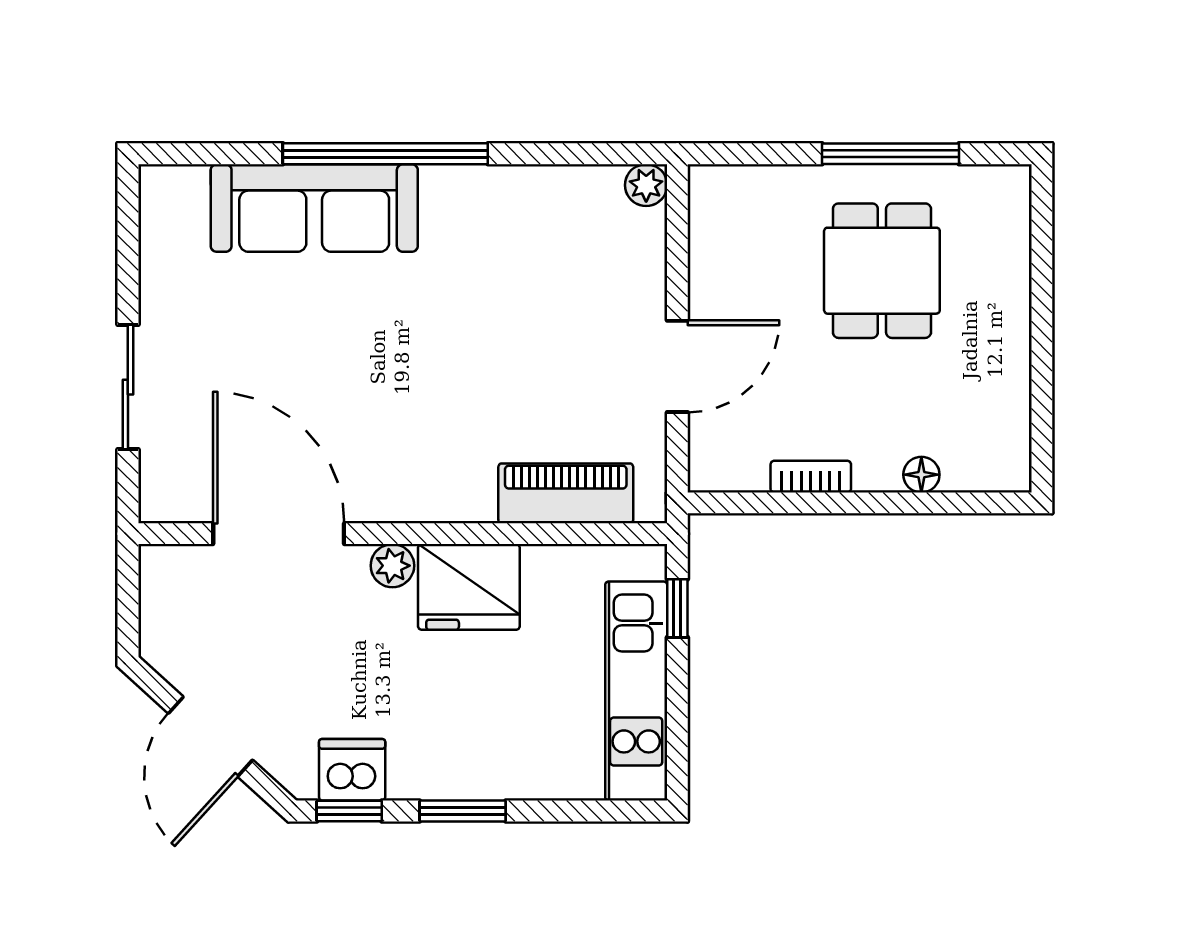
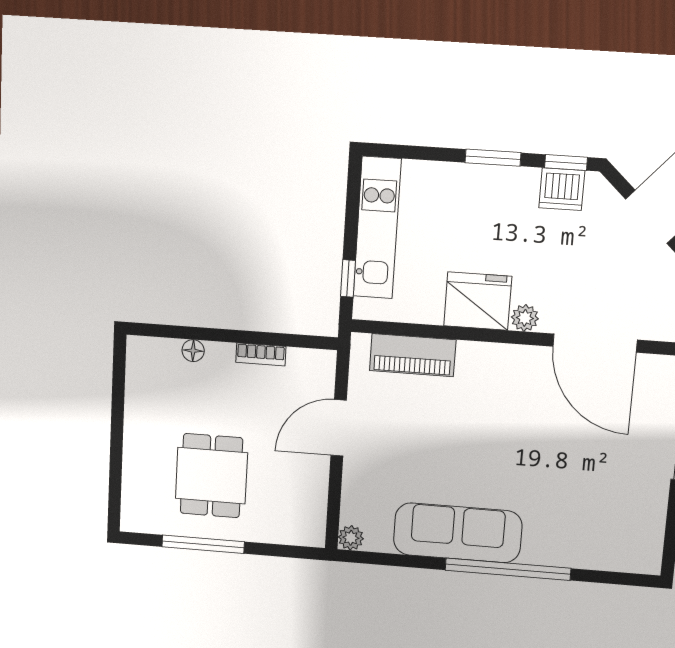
sofa: (314, 208) -> (458, 533), moved

